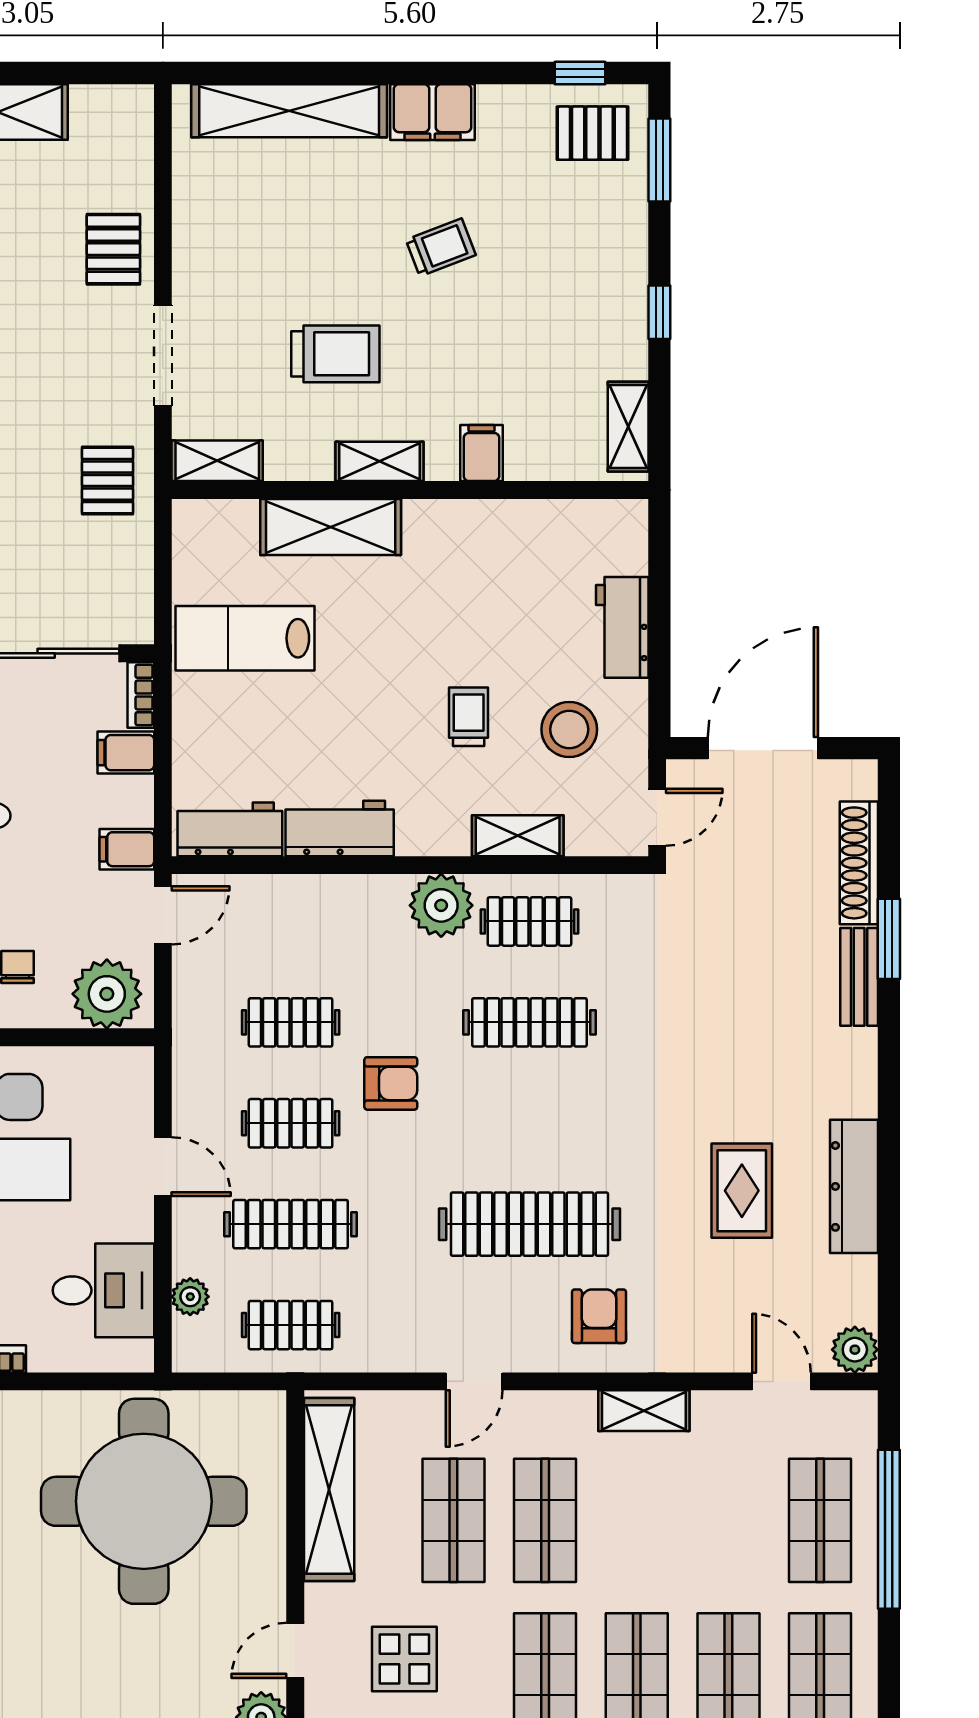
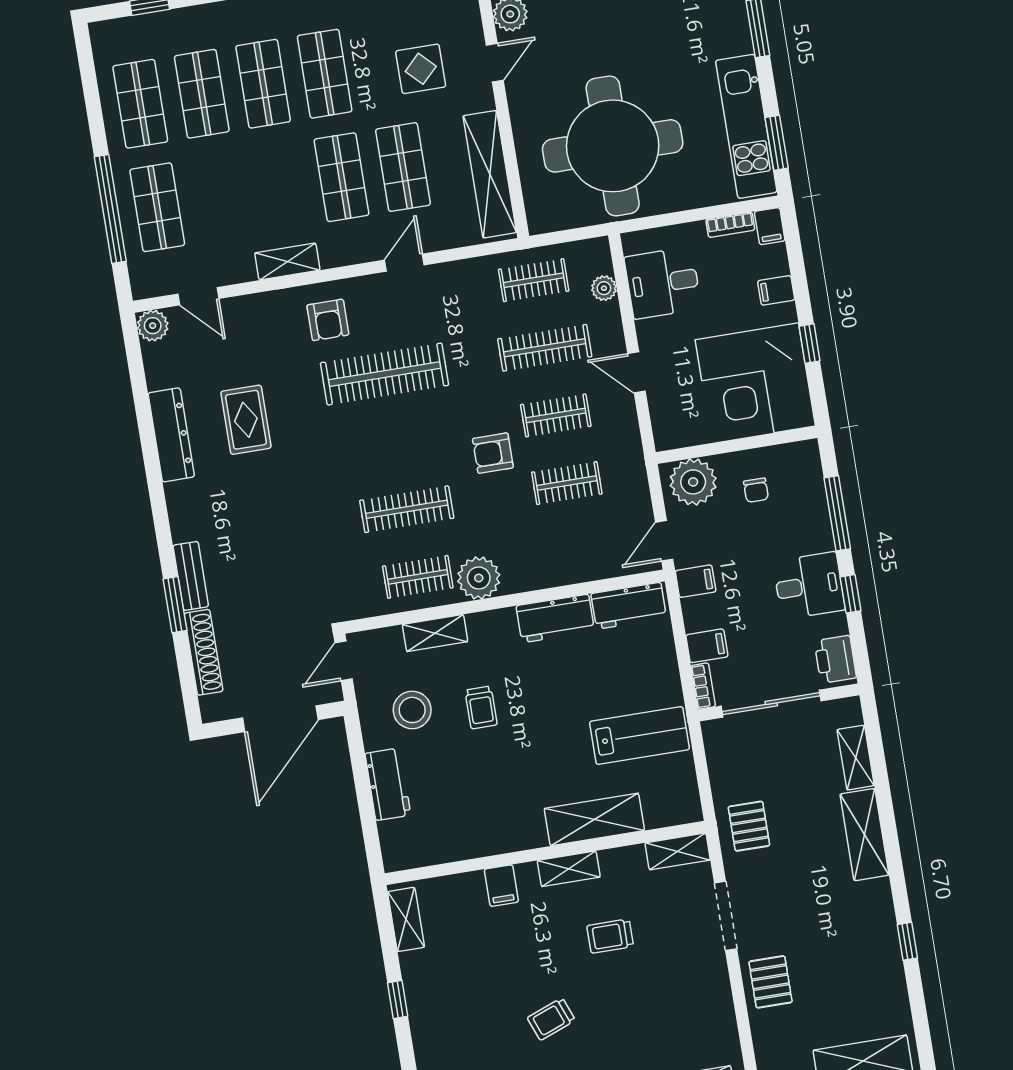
trolley: (335, 354) -> (610, 936), width x0.73, depth x0.72

